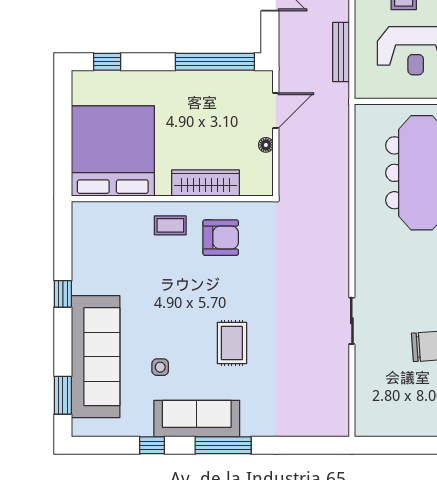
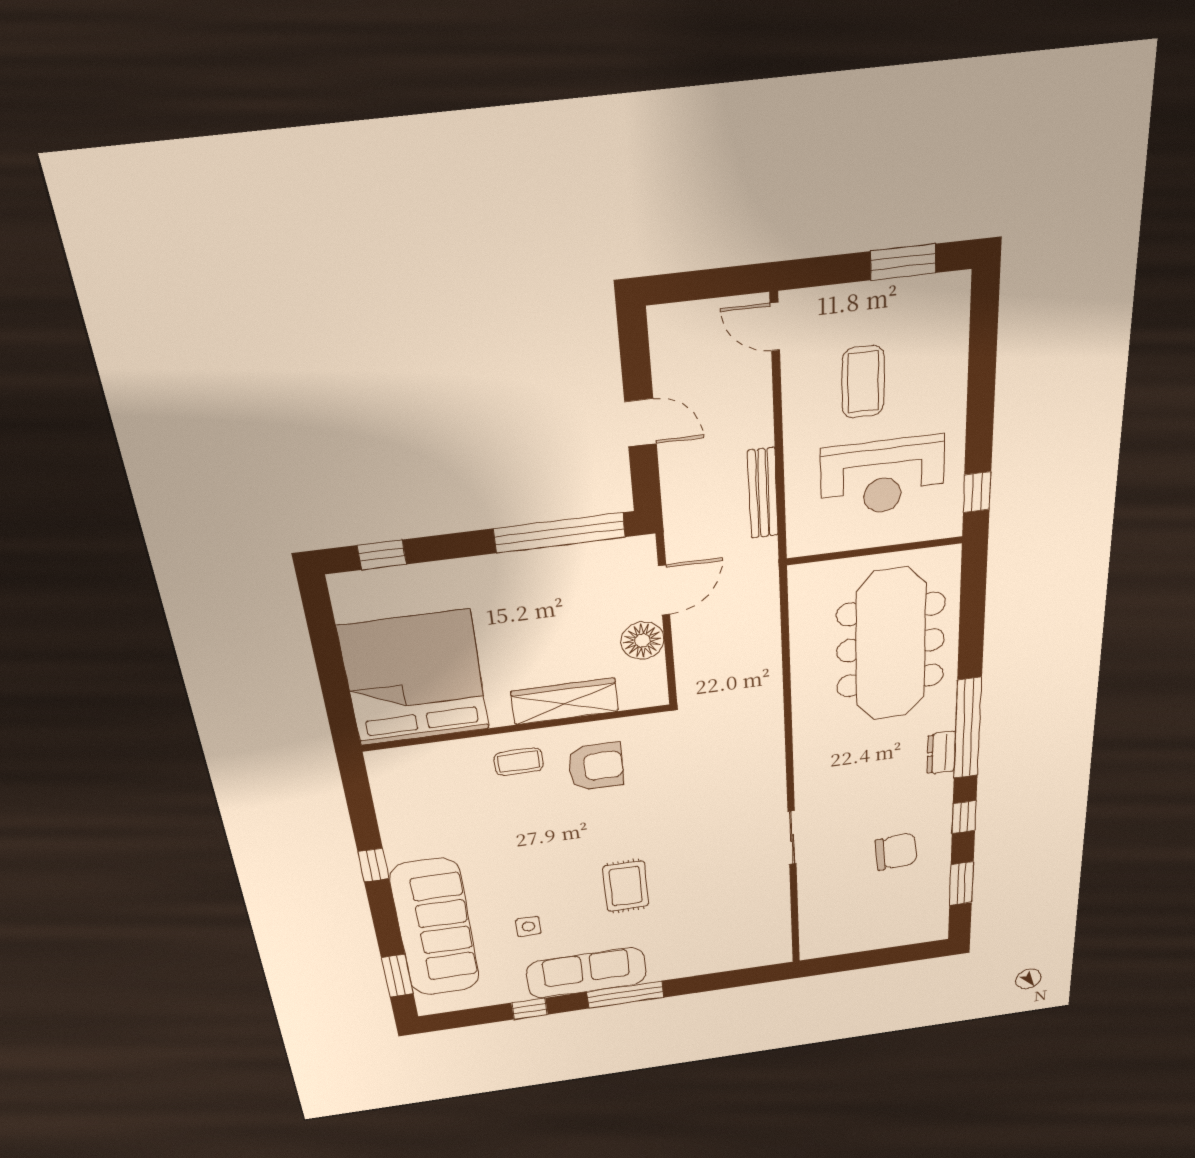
floor lamp: (266, 145) -> (642, 641), width x1.89, depth x1.89

